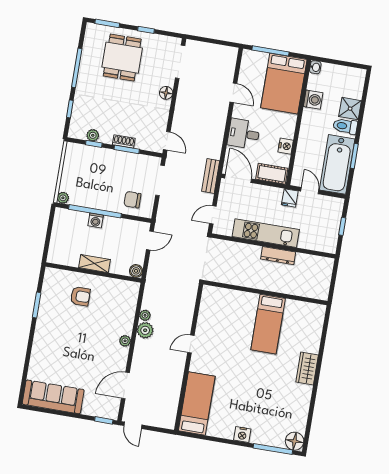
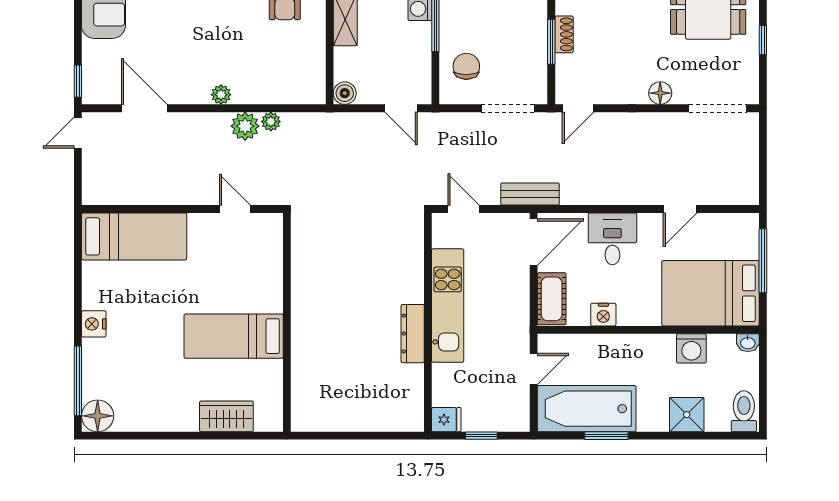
toilet: (345, 126) -> (744, 411), moved
fridge: (290, 198) -> (446, 420), moved, turned 180
wall: (265, 293) -> (287, 322), moved
bed: (268, 324) -> (234, 336), moved

